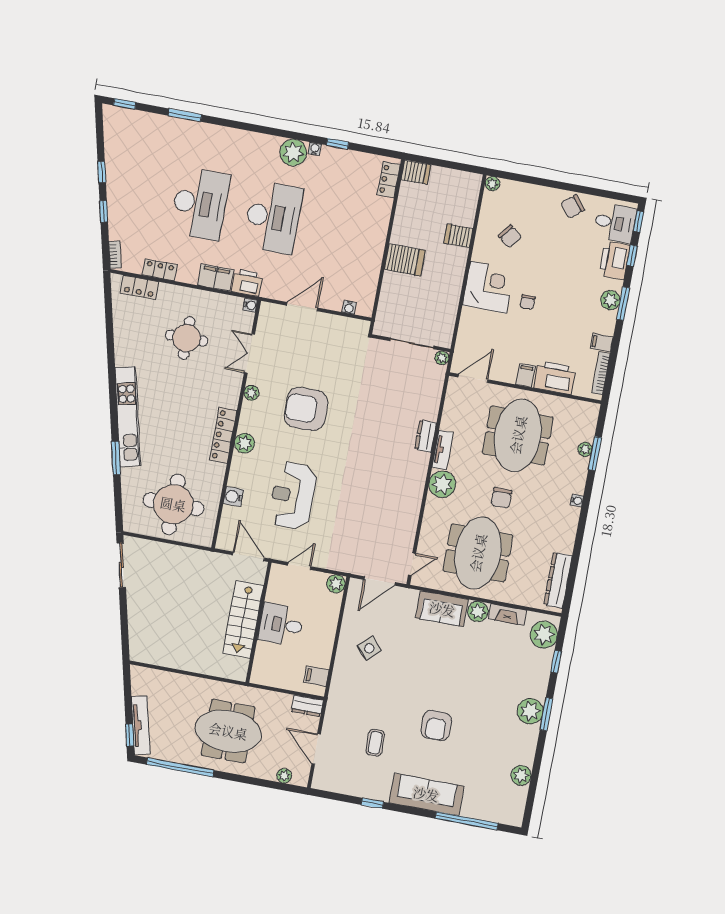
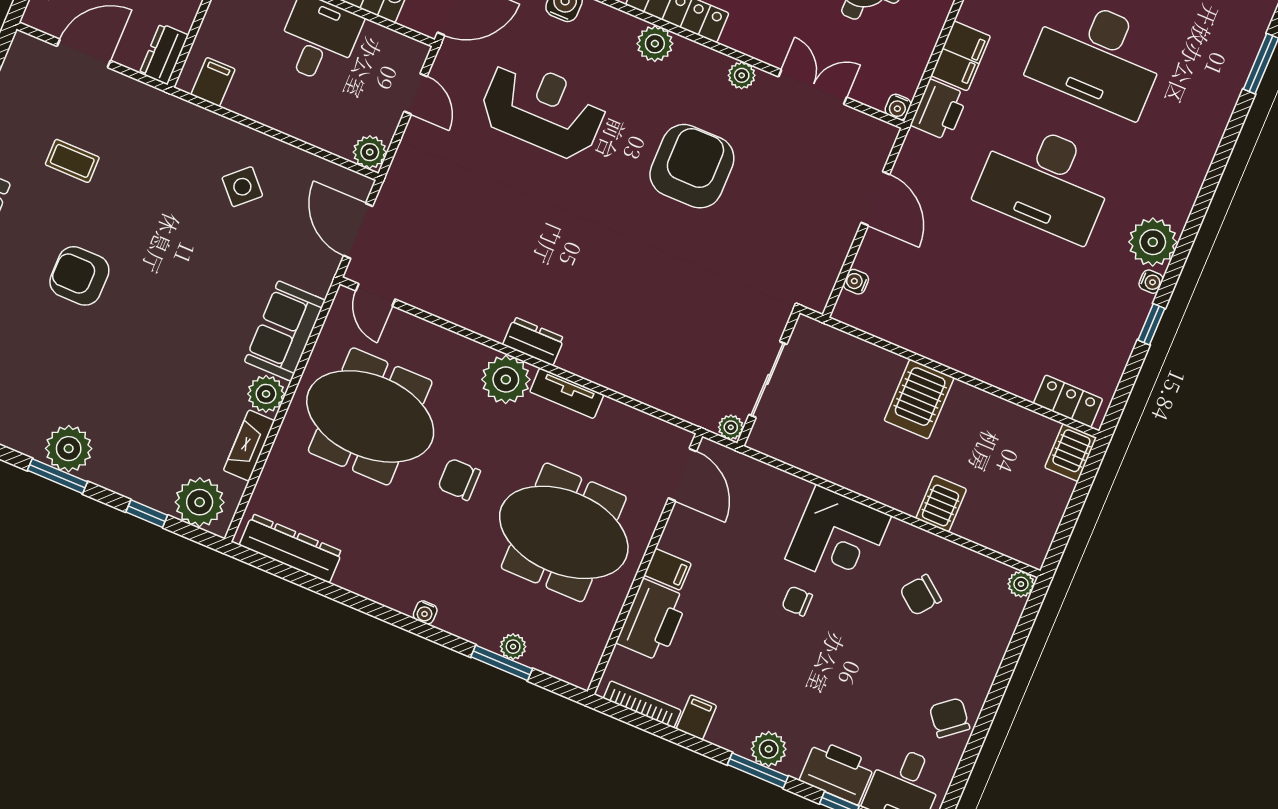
dresser: (426, 436) -> (533, 341), moved

